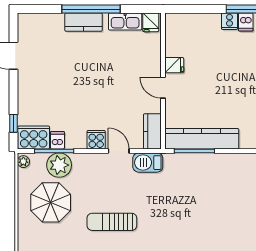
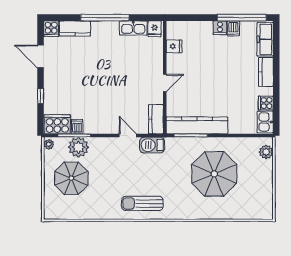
kitchen counter: (84, 22) -> (75, 28), moved
fridge: (174, 65) -> (174, 46), moved
door: (163, 88) -> (165, 83), swing flipped
window: (13, 123) -> (40, 96), moved
cooker: (96, 140) -> (51, 29), moved, turned 180
parasol: (223, 197) -> (214, 174), added
sun lounger: (112, 222) -> (142, 203), moved

